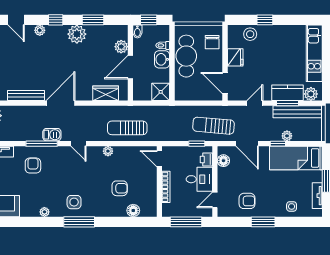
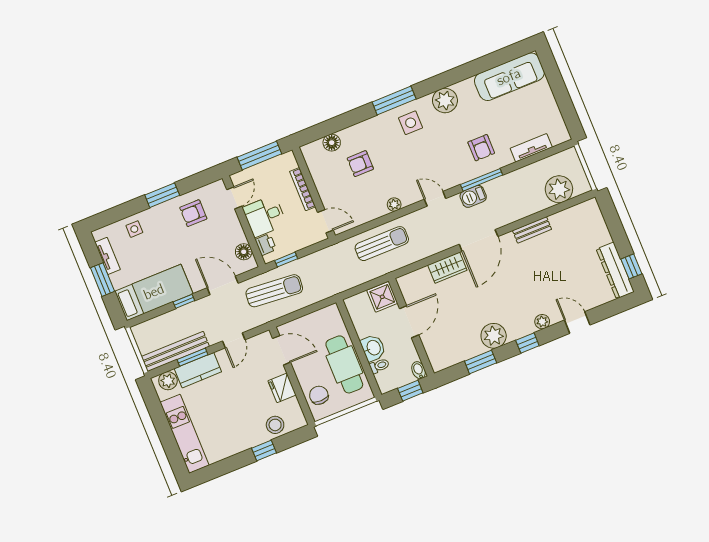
plant: (121, 47) -> (431, 343), removed
shower: (161, 92) -> (382, 297), moved
wardrobe: (106, 93) -> (447, 268), moved
bench: (26, 95) -> (532, 230), width x0.73
plant: (287, 136) -> (176, 316), removed
plant: (44, 212) -> (445, 100), width x1.88, depth x1.88

